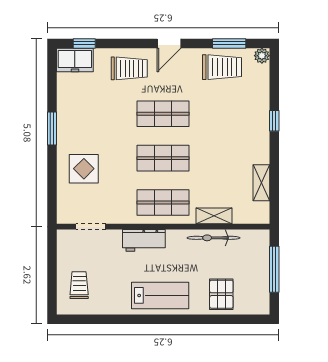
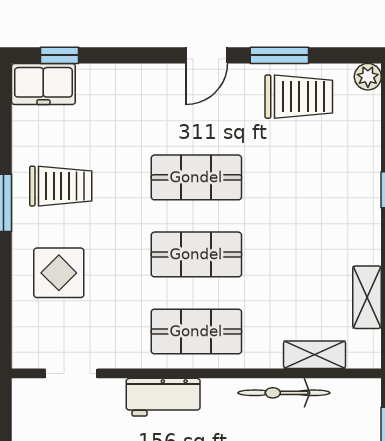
window: (229, 43) -> (279, 55), moved
trolley: (129, 68) -> (61, 186), moved
shelving: (214, 216) -> (315, 355), moved

